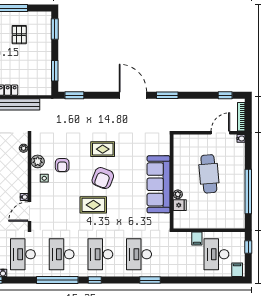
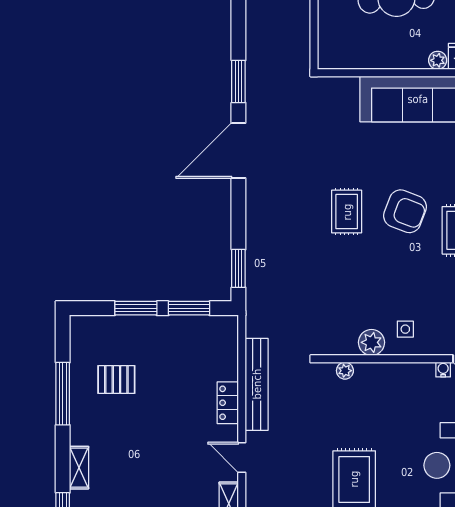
window: (55, 29) -> (136, 308), moved
armchair: (62, 165) -> (379, 293), removed

